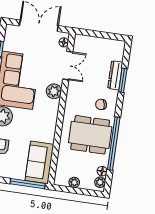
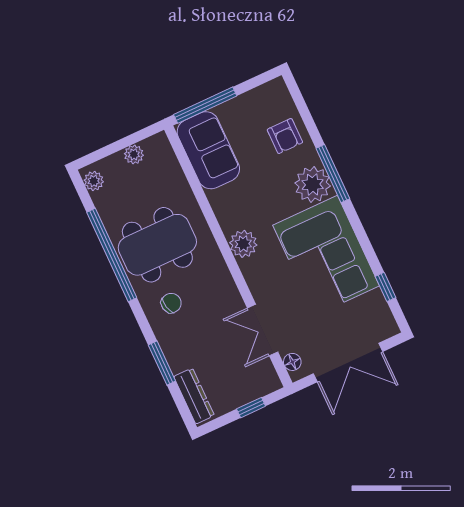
window: (96, 34) -> (251, 408), added
dresser: (115, 75) -> (194, 396), moved
plant: (54, 91) -> (243, 244), moved
floor lamp: (102, 171) -> (102, 200), removed

